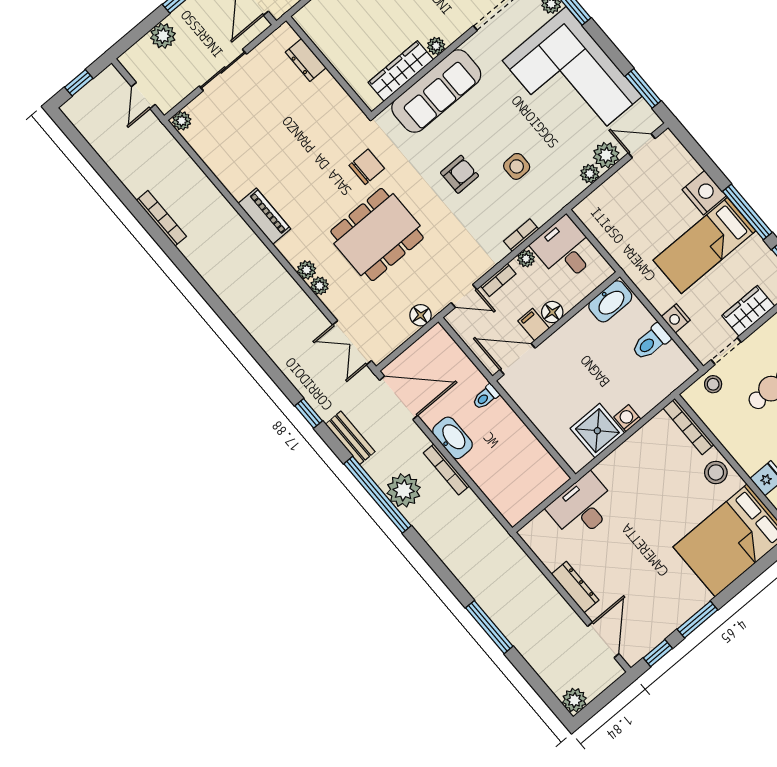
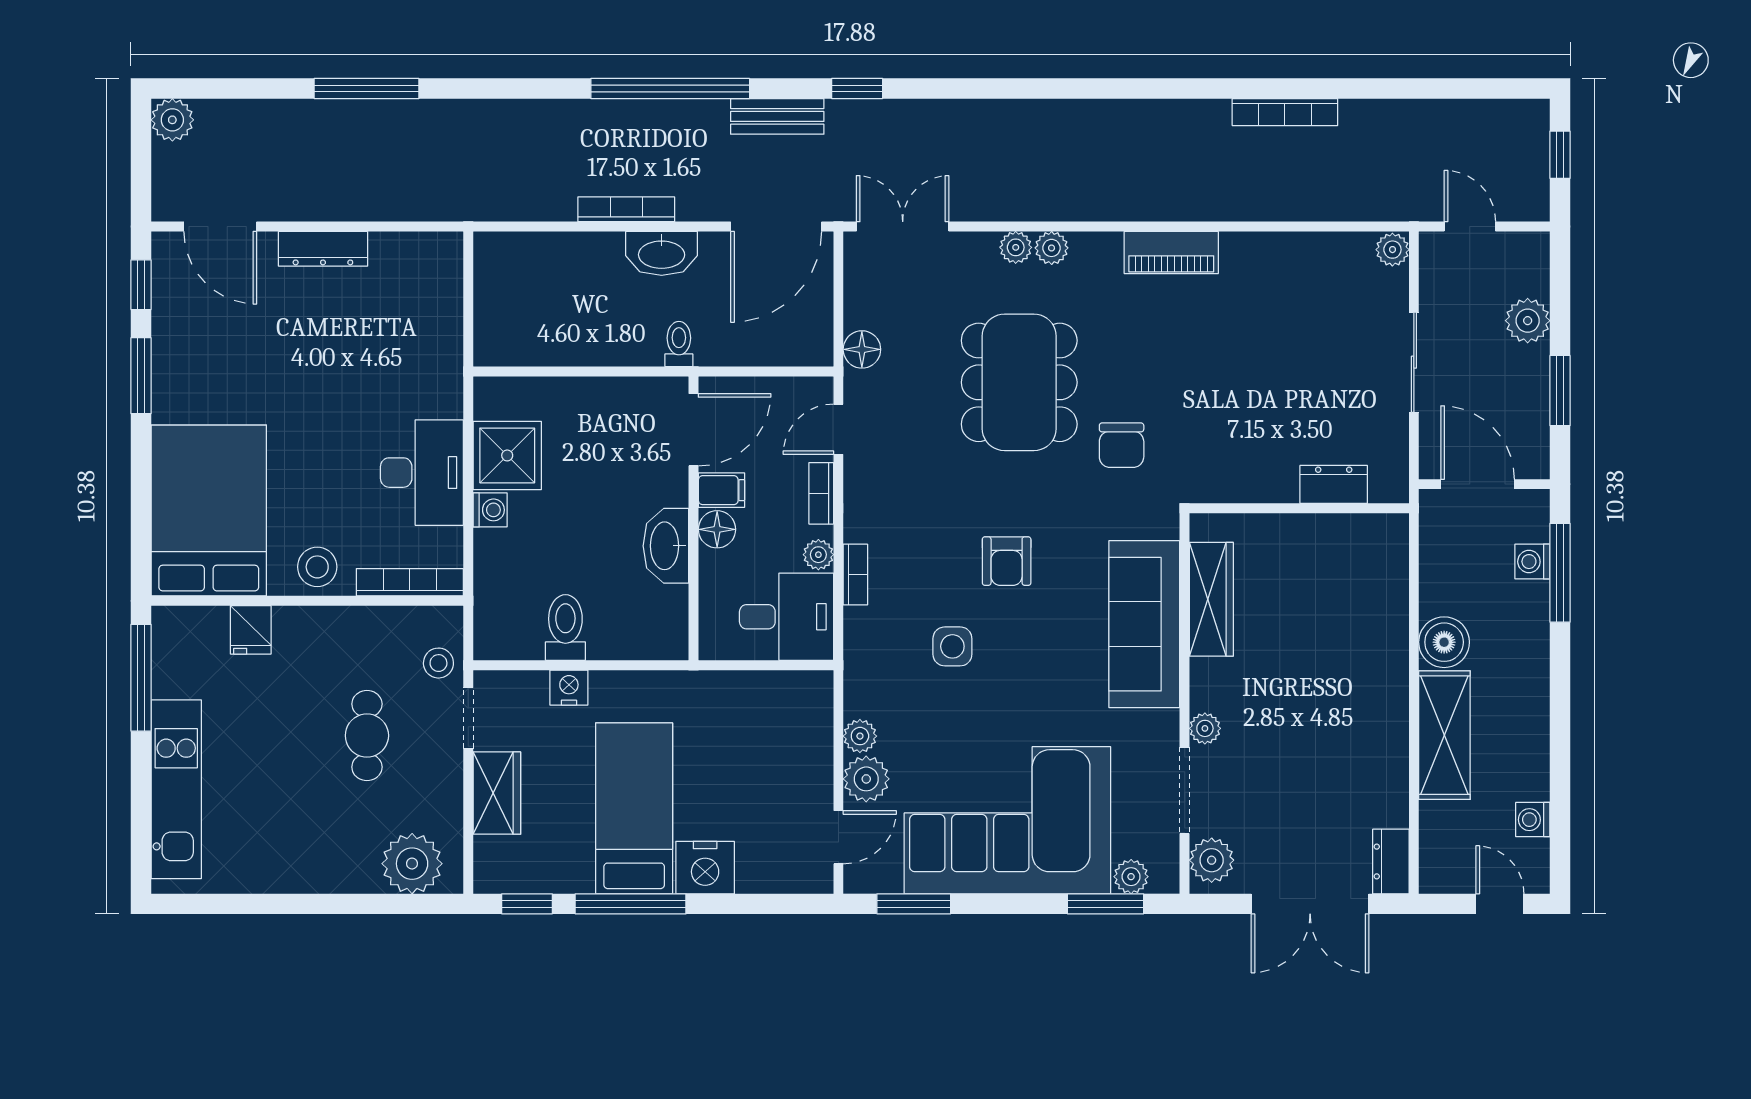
plant: (436, 46) -> (1205, 728), moved
washbasin: (610, 301) -> (666, 546), moved
plant: (404, 490) -> (647, 128), removed
desk: (582, 507) -> (422, 473), moved

